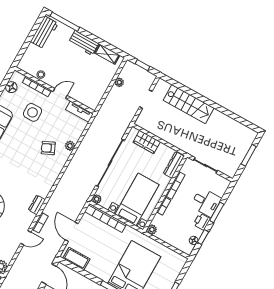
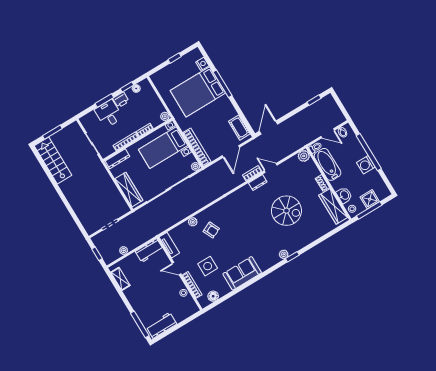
workbench: (83, 43) -> (149, 250), moved, turned 90
stairs: (189, 104) -> (53, 161), moved
wardrobe: (147, 142) -> (129, 190), width x1.50
dresser: (37, 205) -> (258, 183), moved

